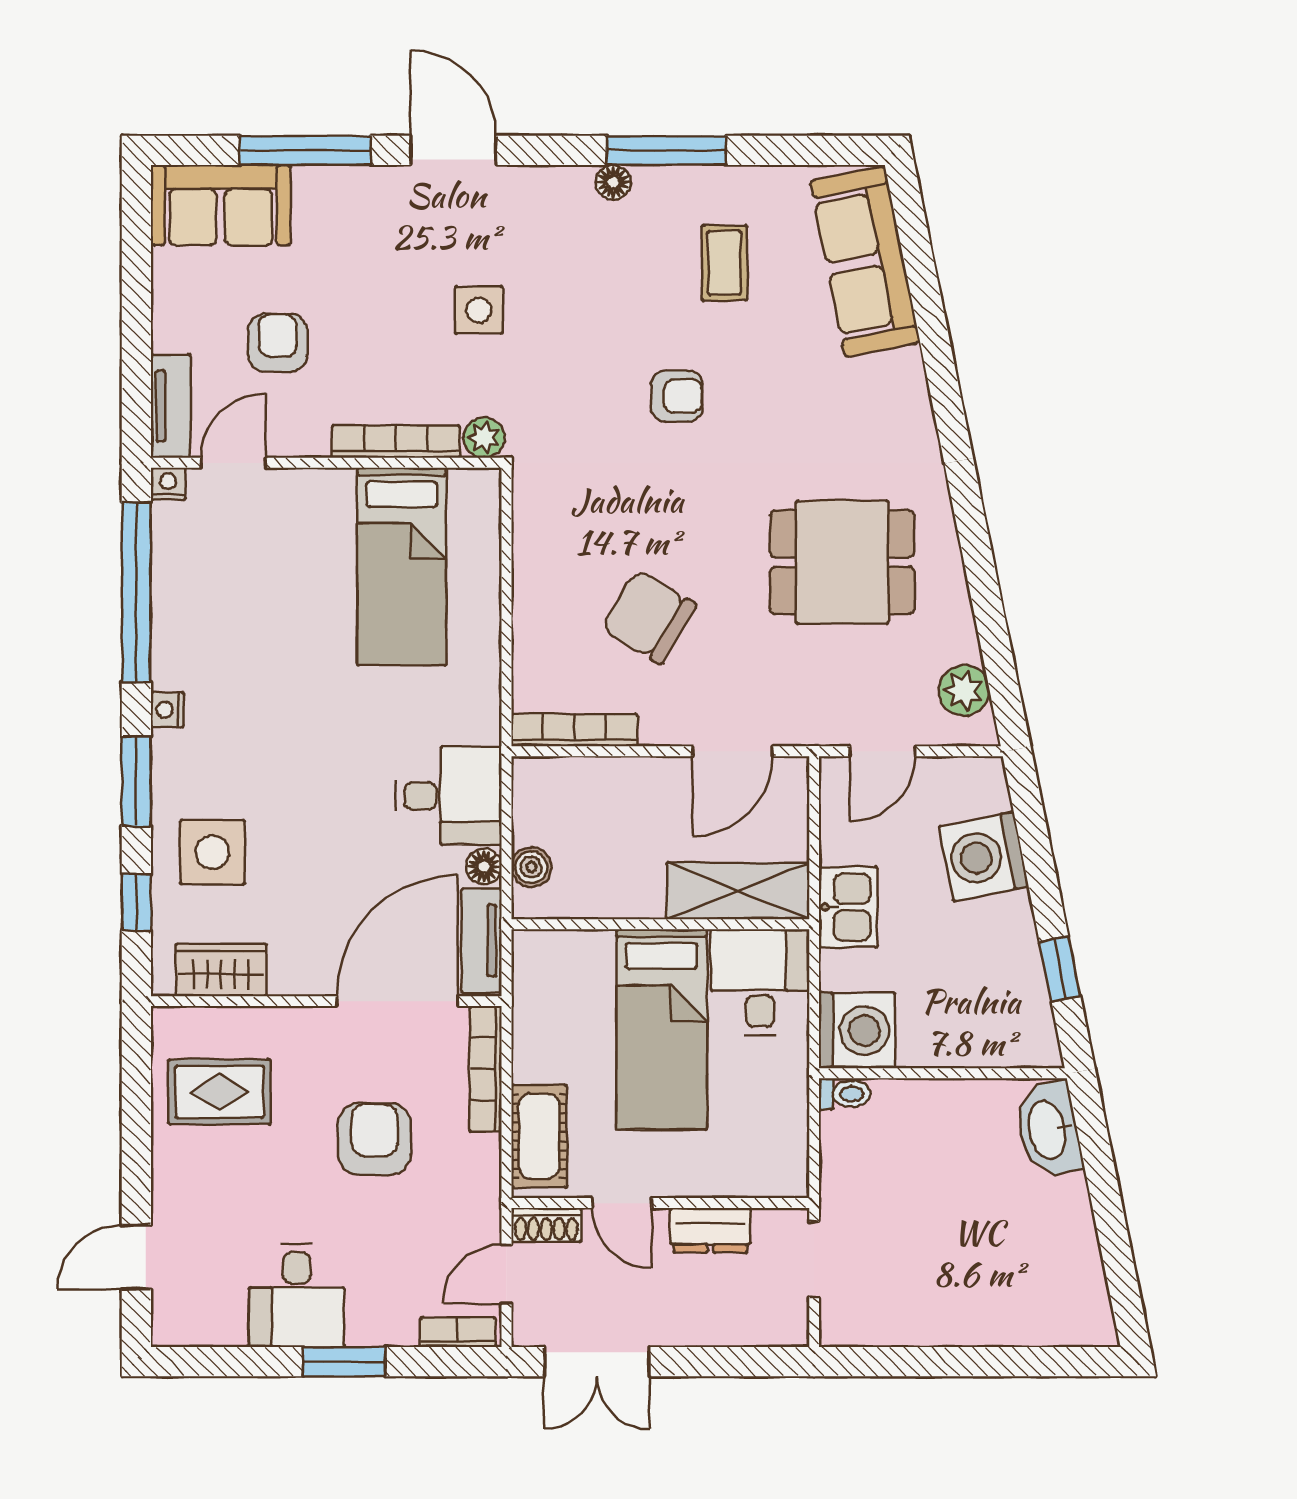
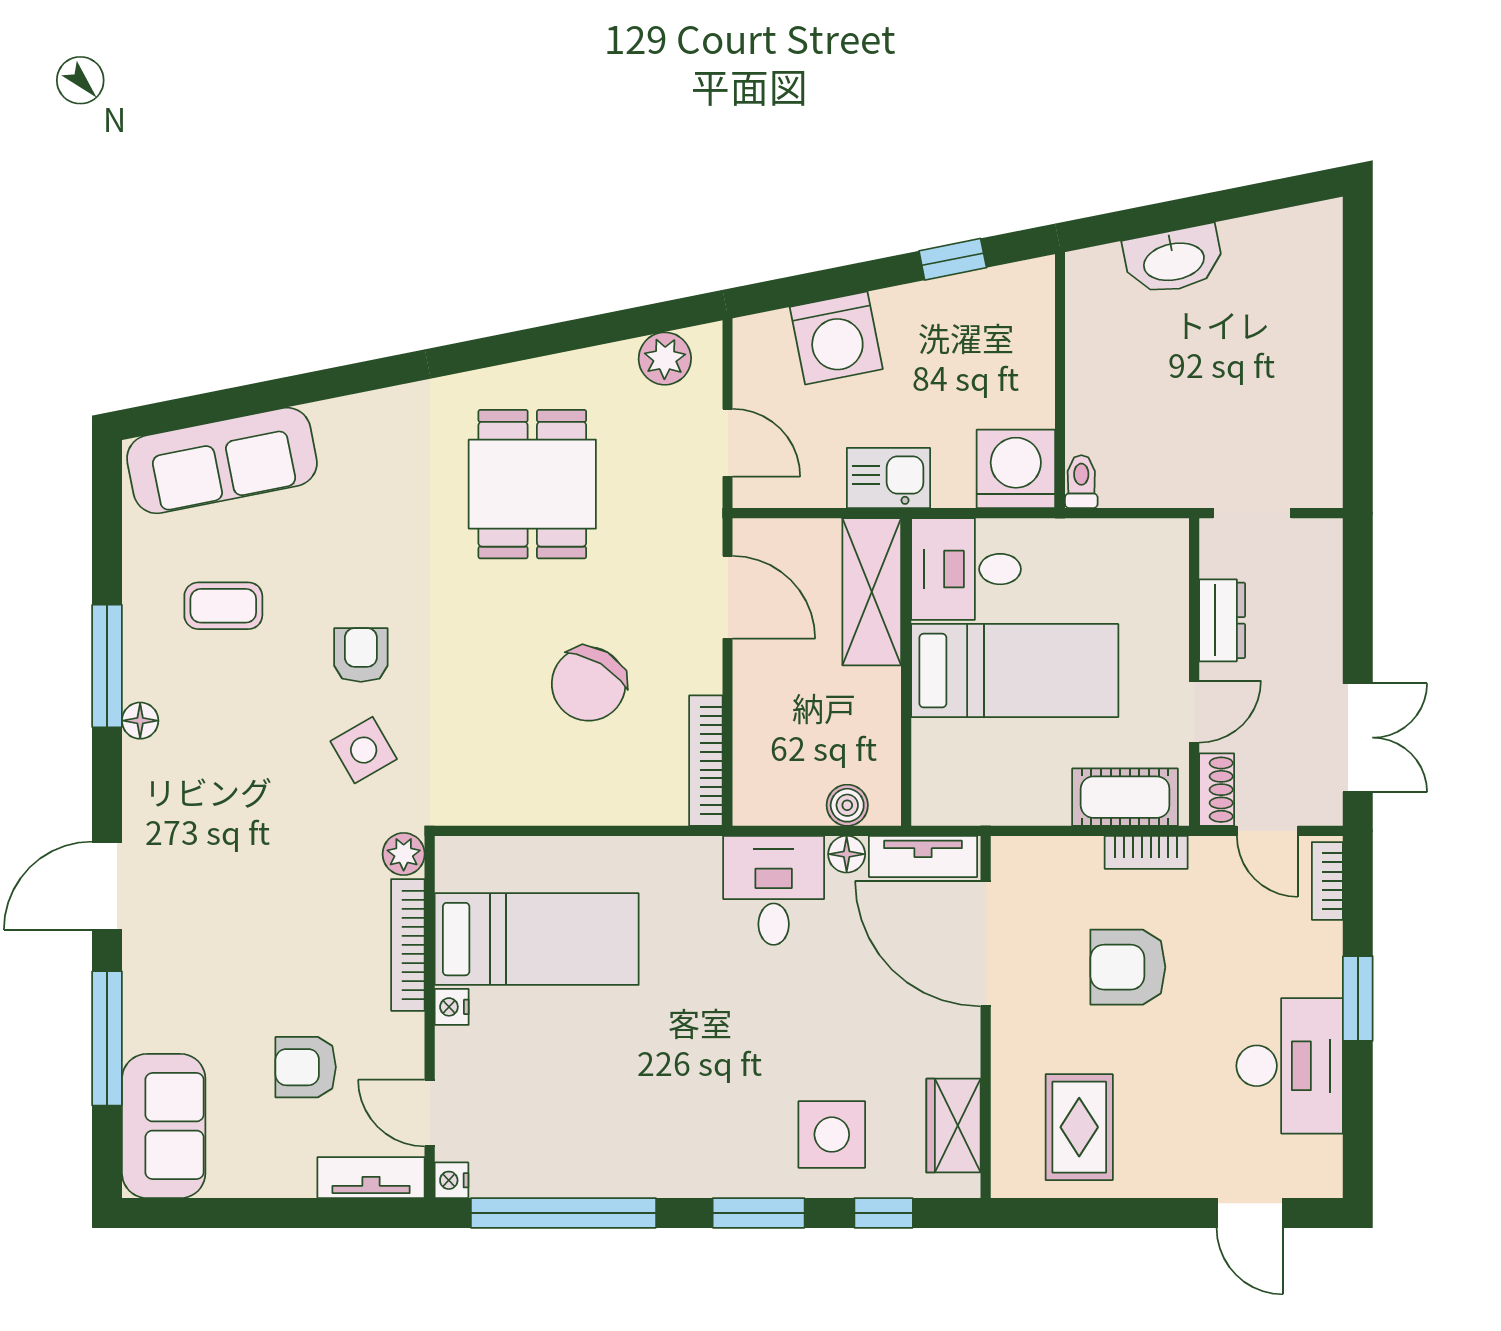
side table: (479, 310) -> (364, 750), moved, turned -30
nightstand: (167, 710) -> (452, 1007), moved, turned 90
bookcase: (486, 1069) -> (1146, 852), moved, width x0.64
washbasin: (1049, 1130) -> (1174, 260), moved
desk: (297, 1296) -> (1290, 1066), width x1.37

